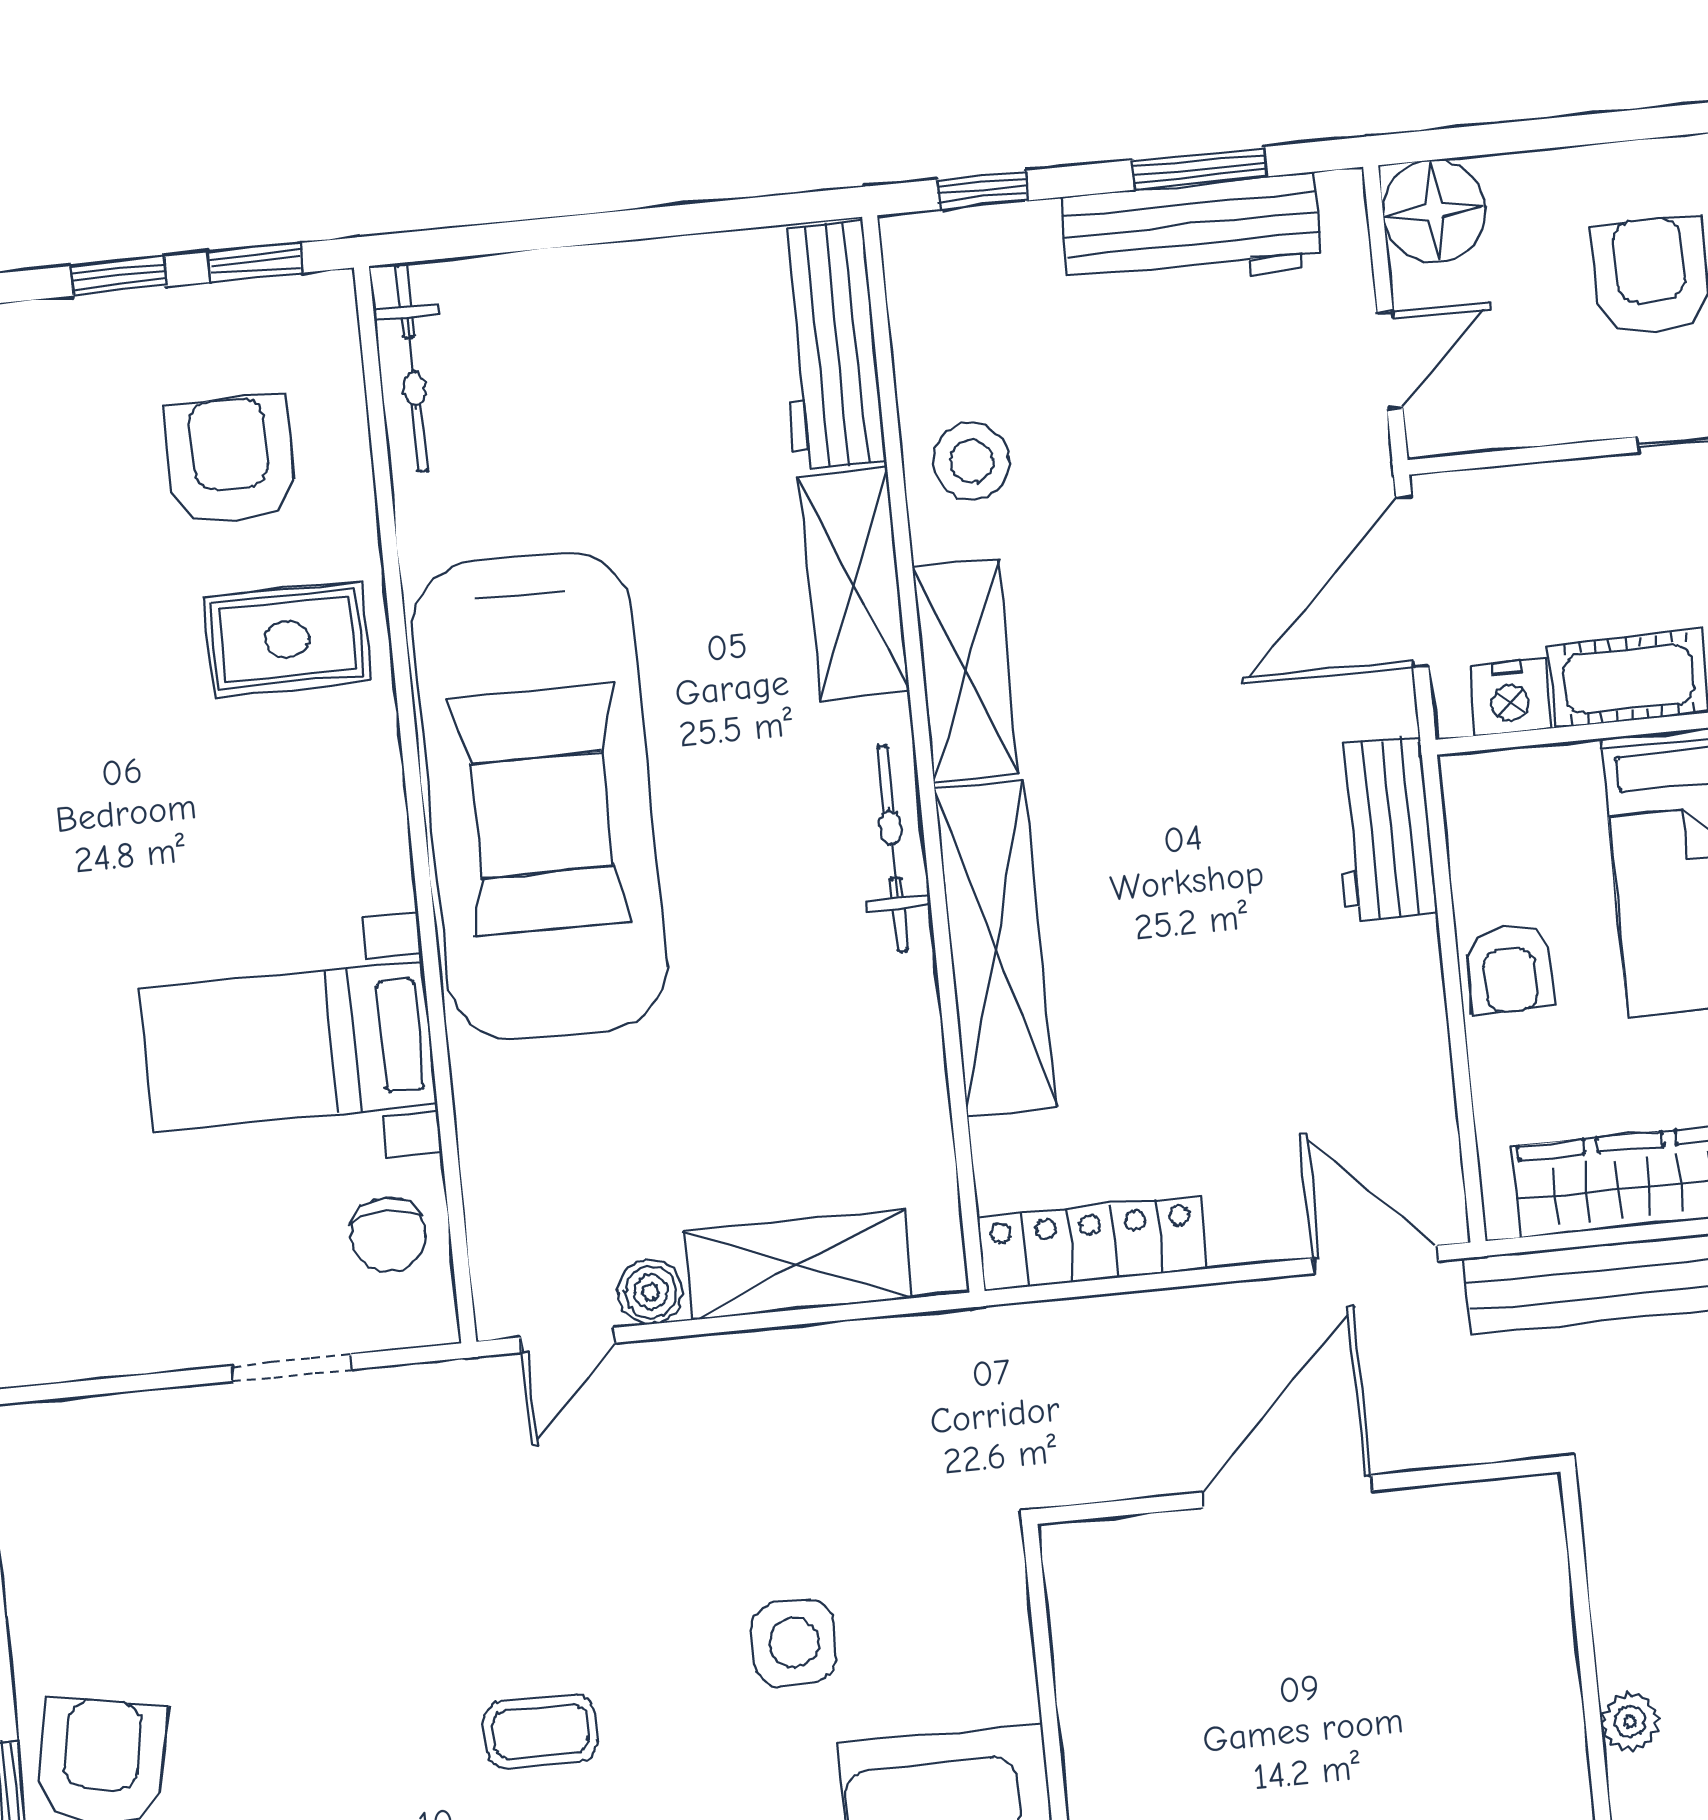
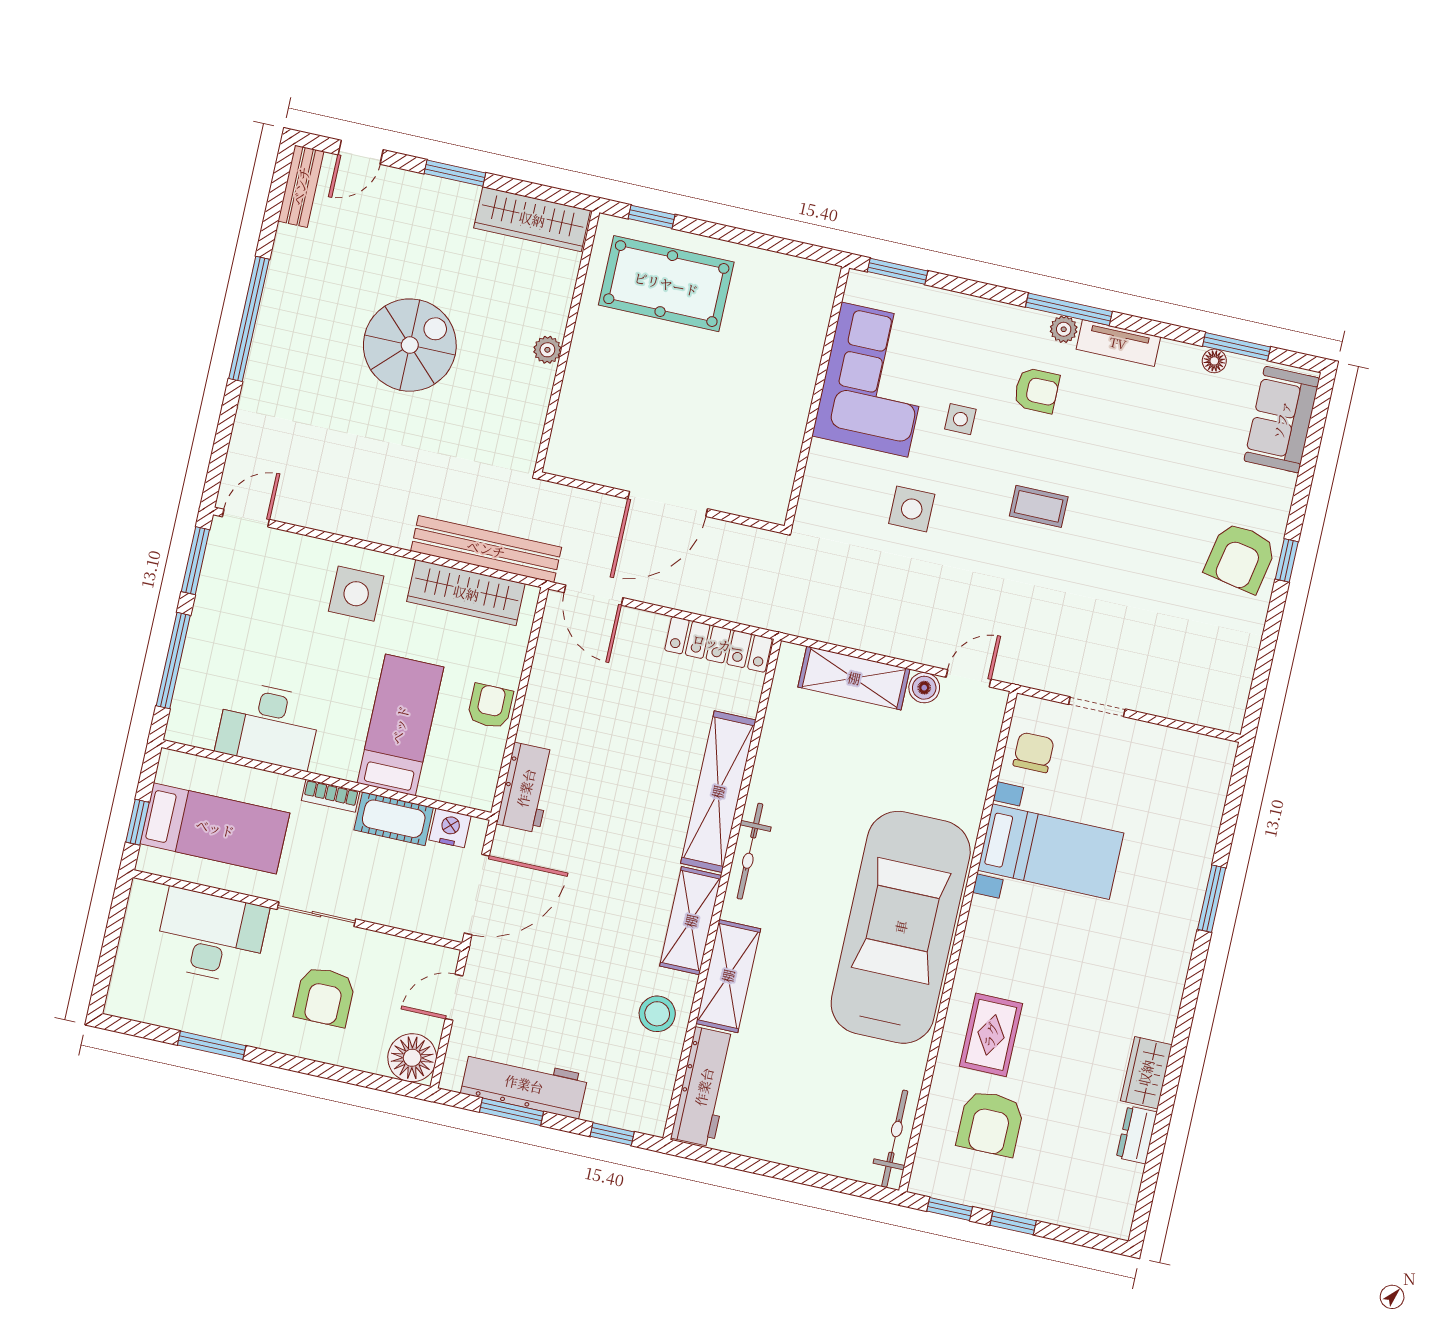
rug: (287, 639) -> (991, 1035), turned 90

